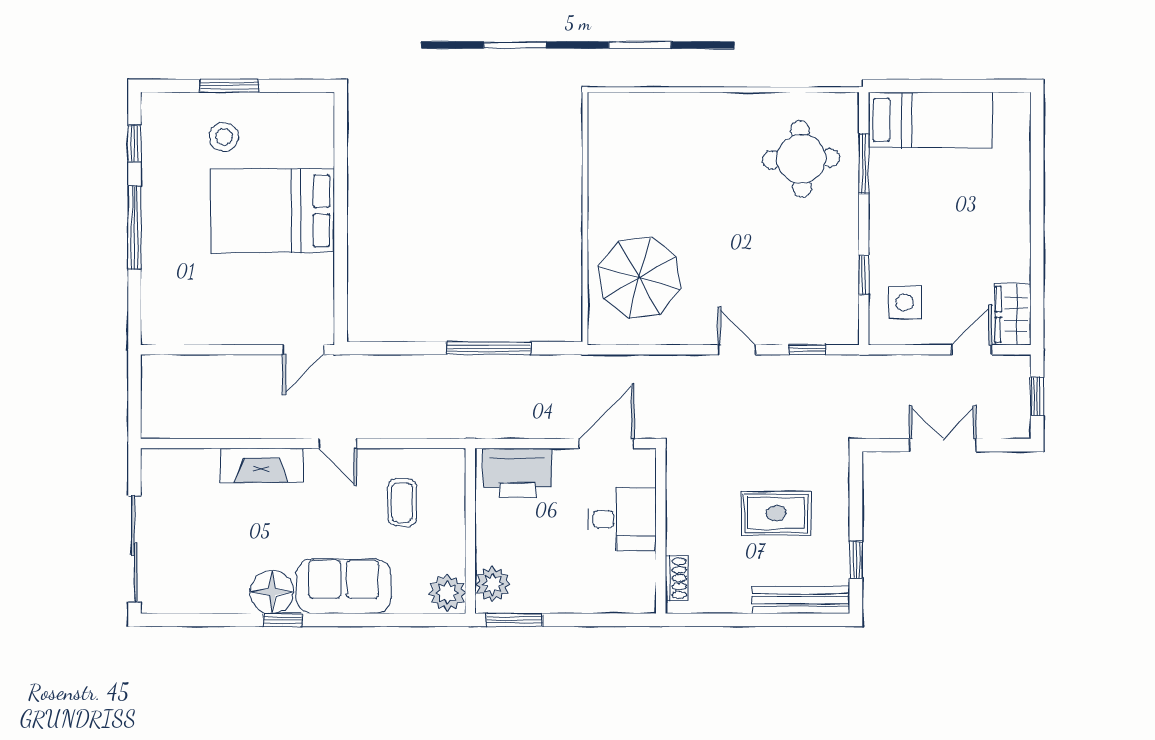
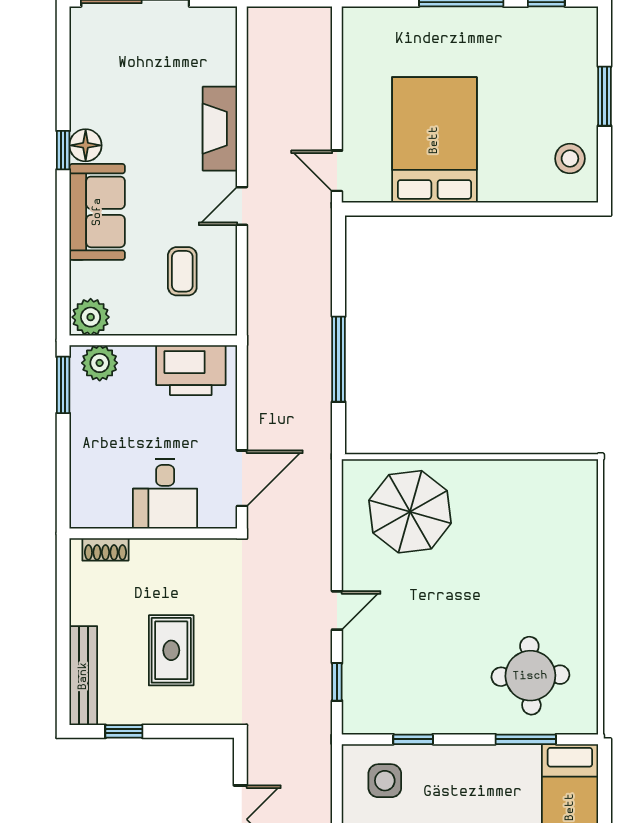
stool: (224, 137) -> (570, 159), moved
bed: (272, 211) -> (434, 140), moved
door: (606, 443) -> (242, 478), hinge flipped
printer: (517, 473) -> (191, 370), moved, turned -90
coffee table: (402, 502) -> (182, 271), turned 90
floor lamp: (272, 592) -> (86, 145), width x0.73, depth x0.73

